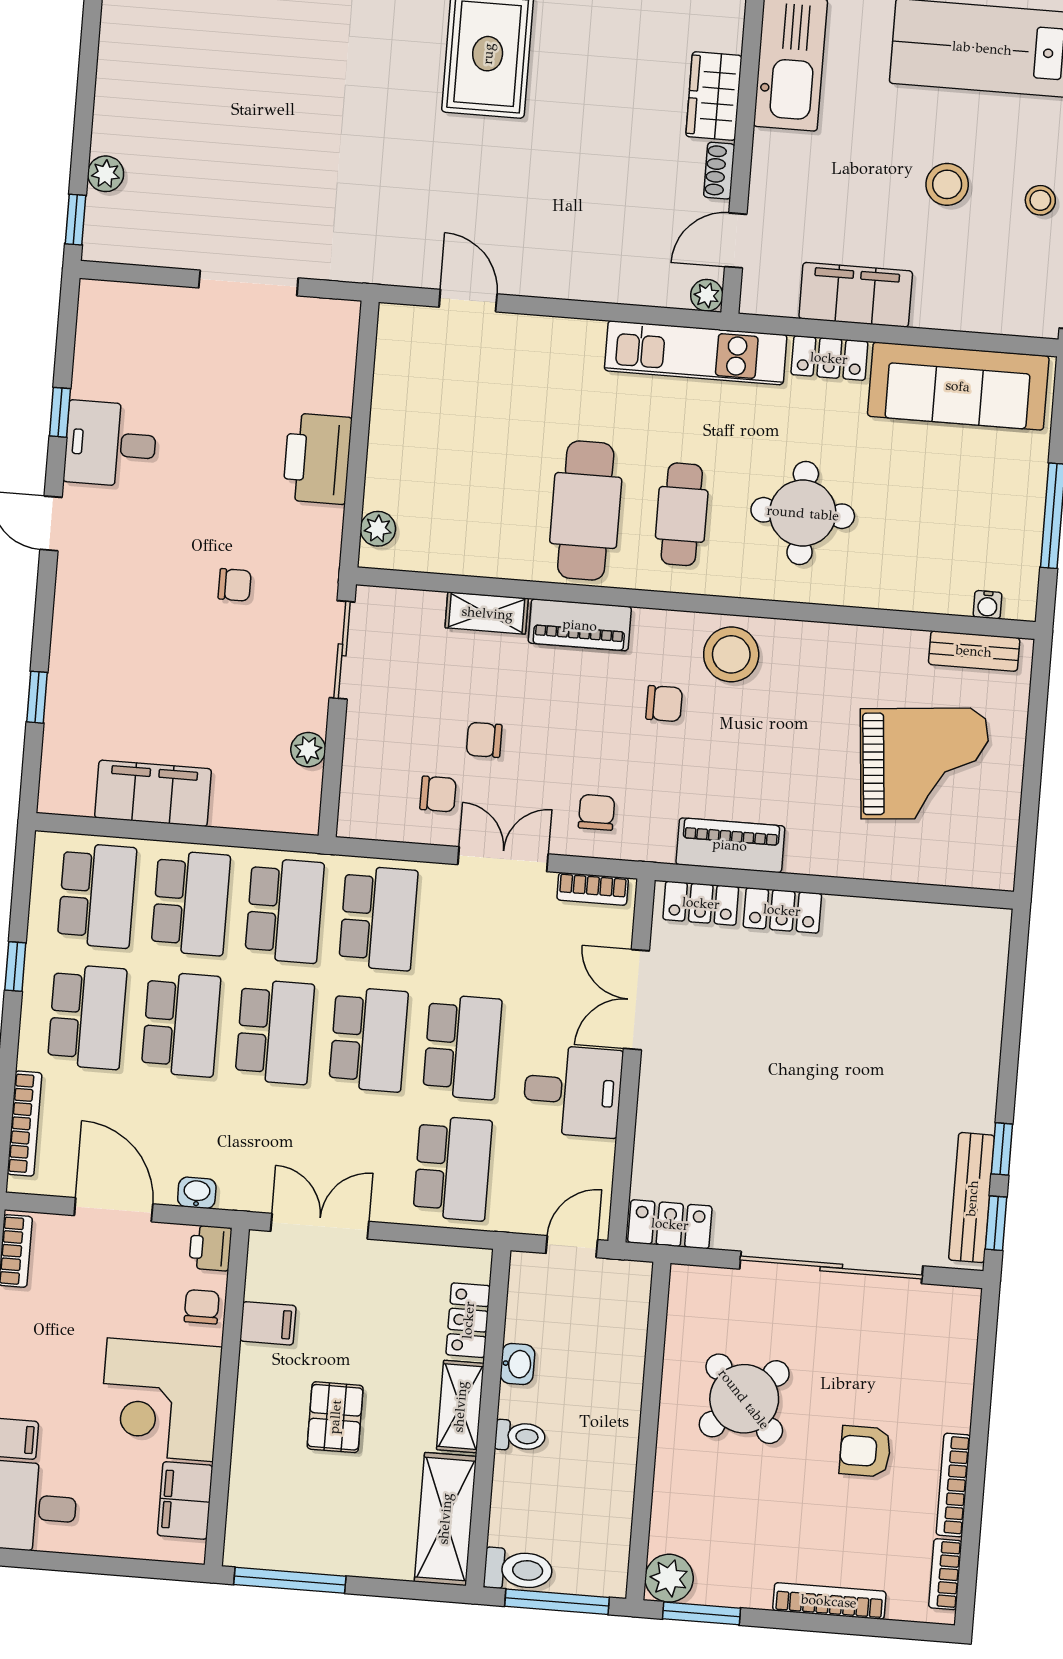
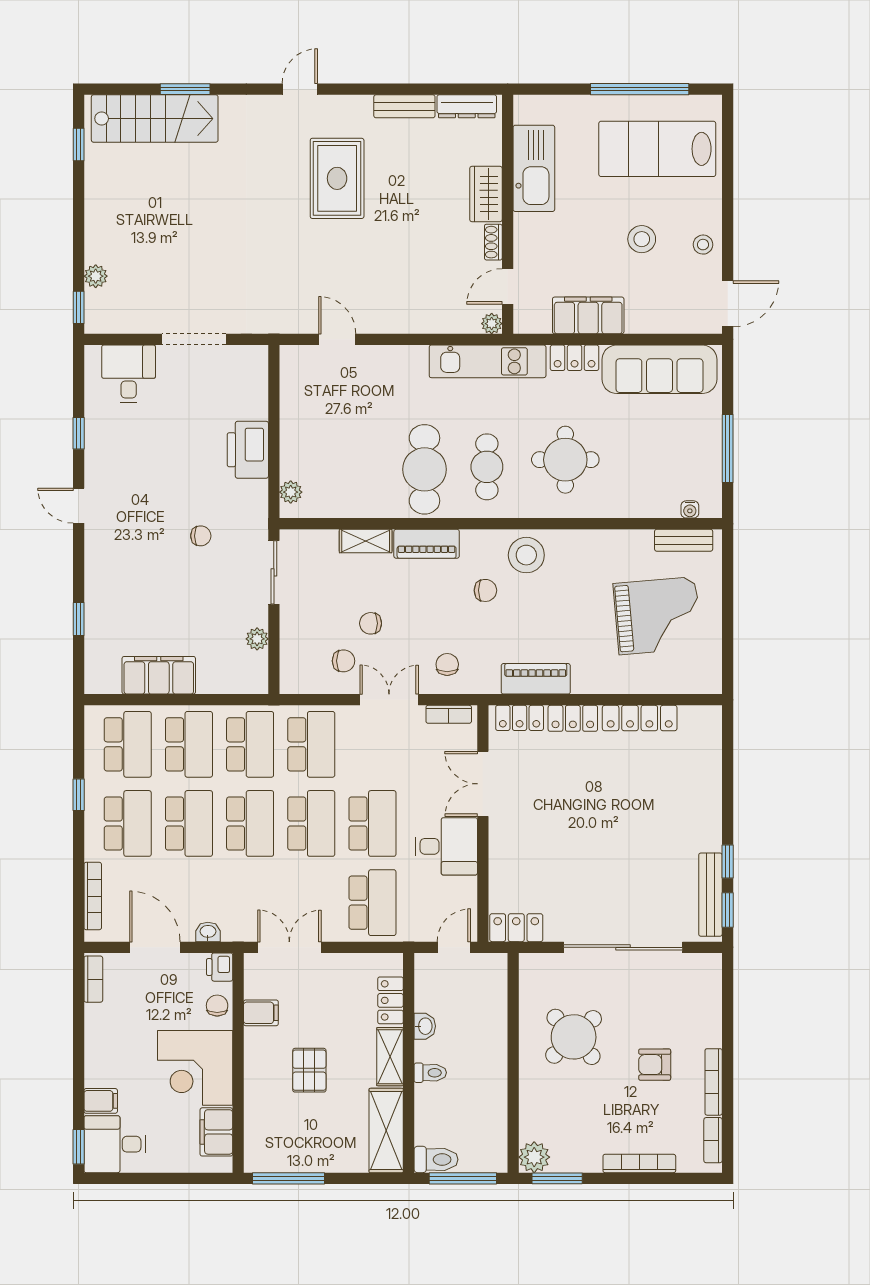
desk: (111, 444) -> (129, 374), moved, turned 90
locker: (885, 918) -> (640, 718), added

